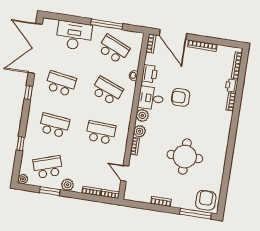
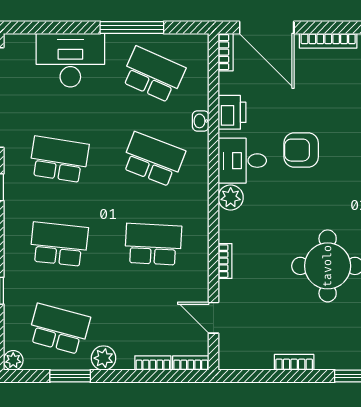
plant: (140, 131) -> (230, 230), removed
school desk: (48, 167) -> (59, 329), turned 33

